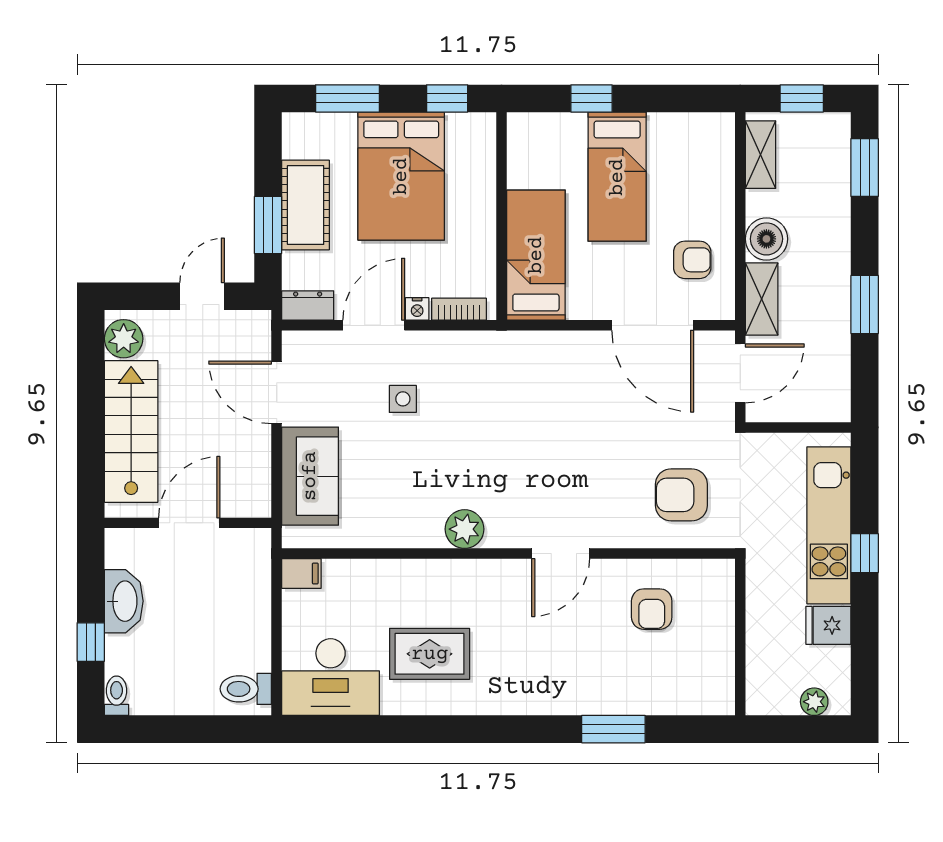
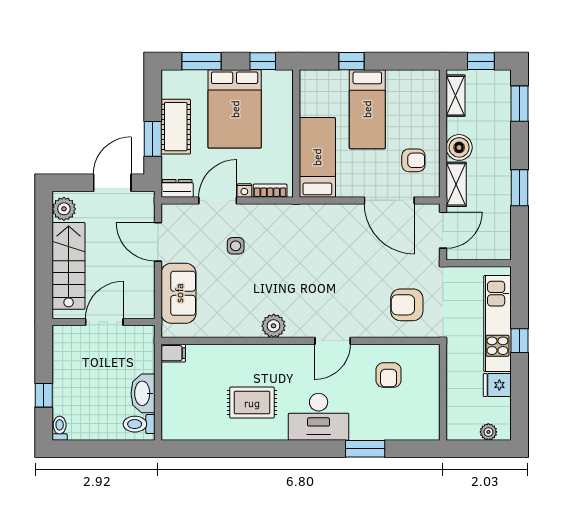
door: (202, 296) -> (112, 183), width x1.38
washbasin: (124, 601) -> (143, 393), moved, turned 180
desk: (331, 677) -> (319, 417), moved

